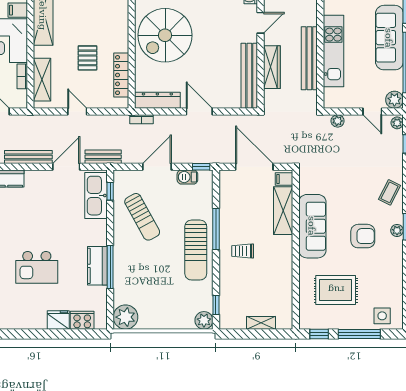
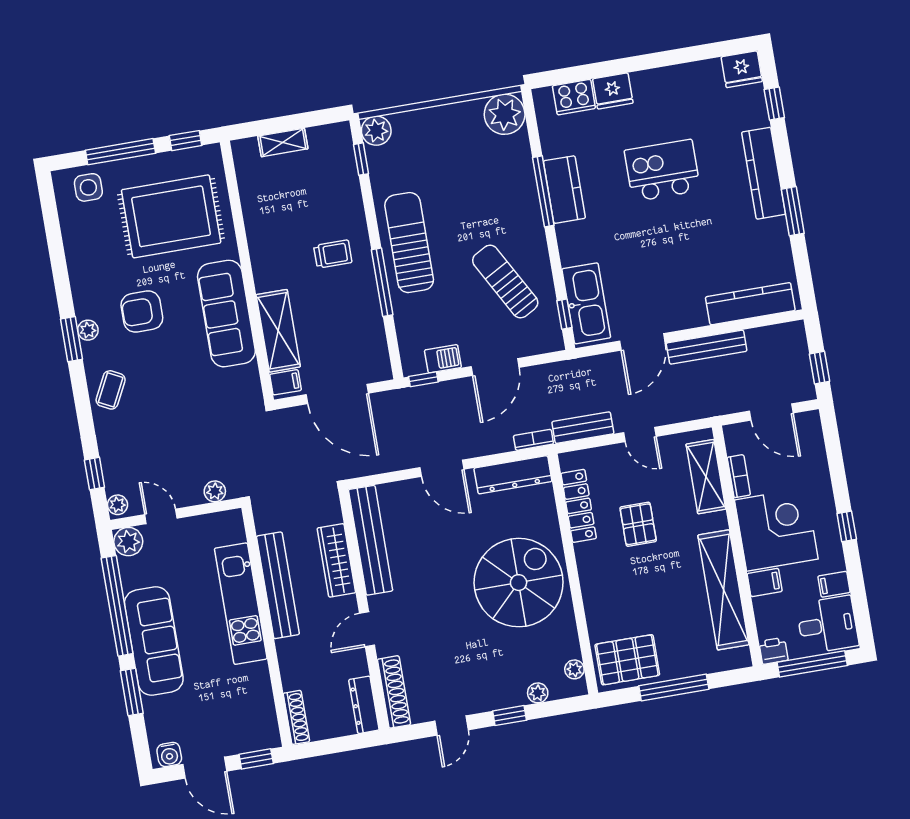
bench: (103, 157) -> (583, 428), moved
rug: (336, 290) -> (171, 216), width x1.37, depth x1.44

